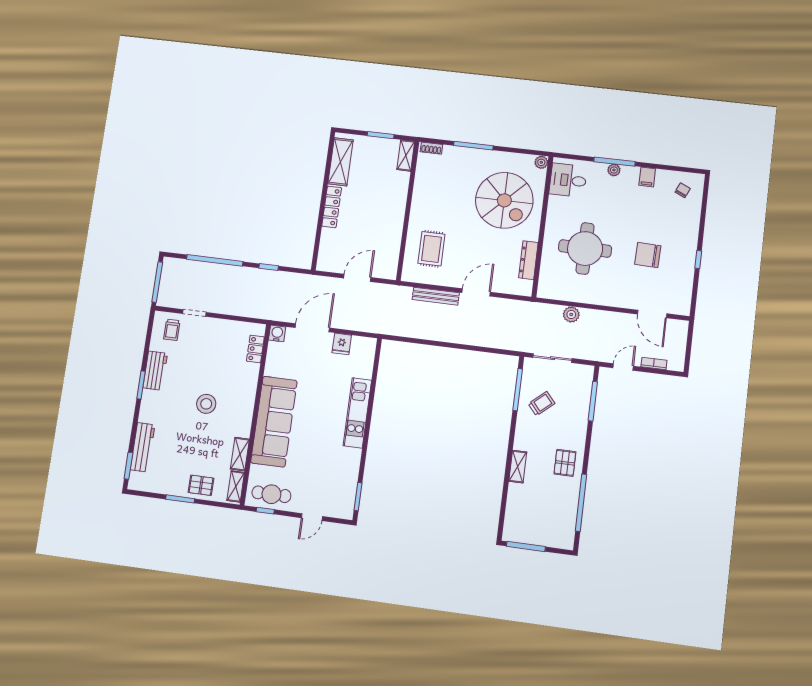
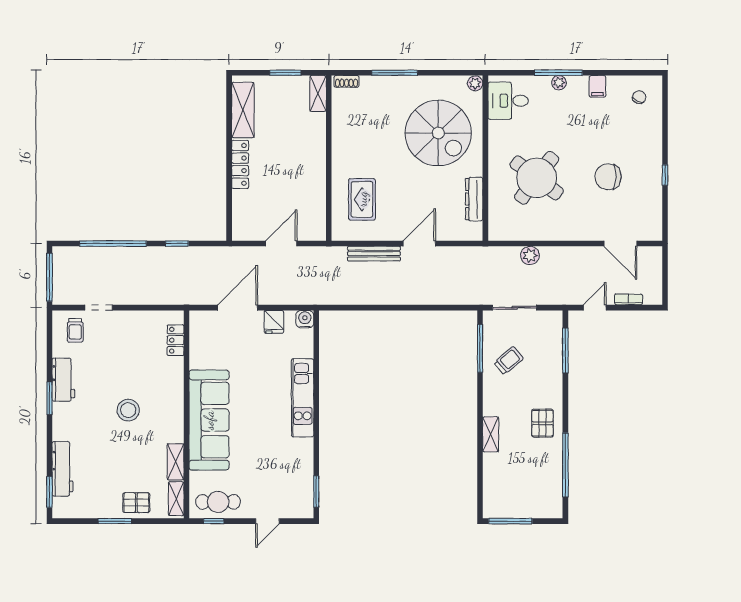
round table: (585, 248) -> (537, 178), turned 37
water cooler: (277, 333) -> (305, 319), moved

